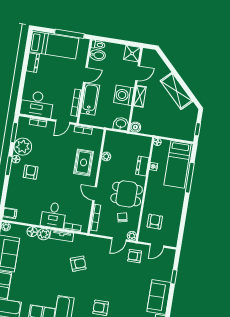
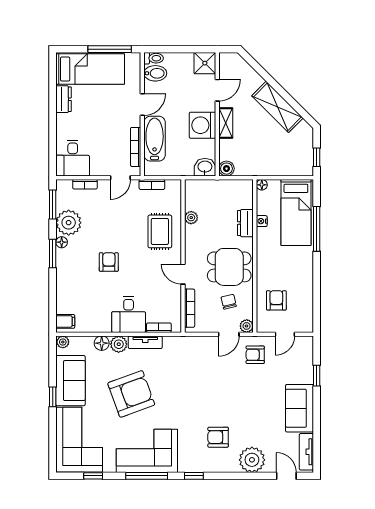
desk: (37, 104) -> (73, 158), width x0.73
armchair: (31, 172) -> (109, 262), moved
armchair: (78, 264) -> (131, 394), moved, width x1.88, depth x1.88

